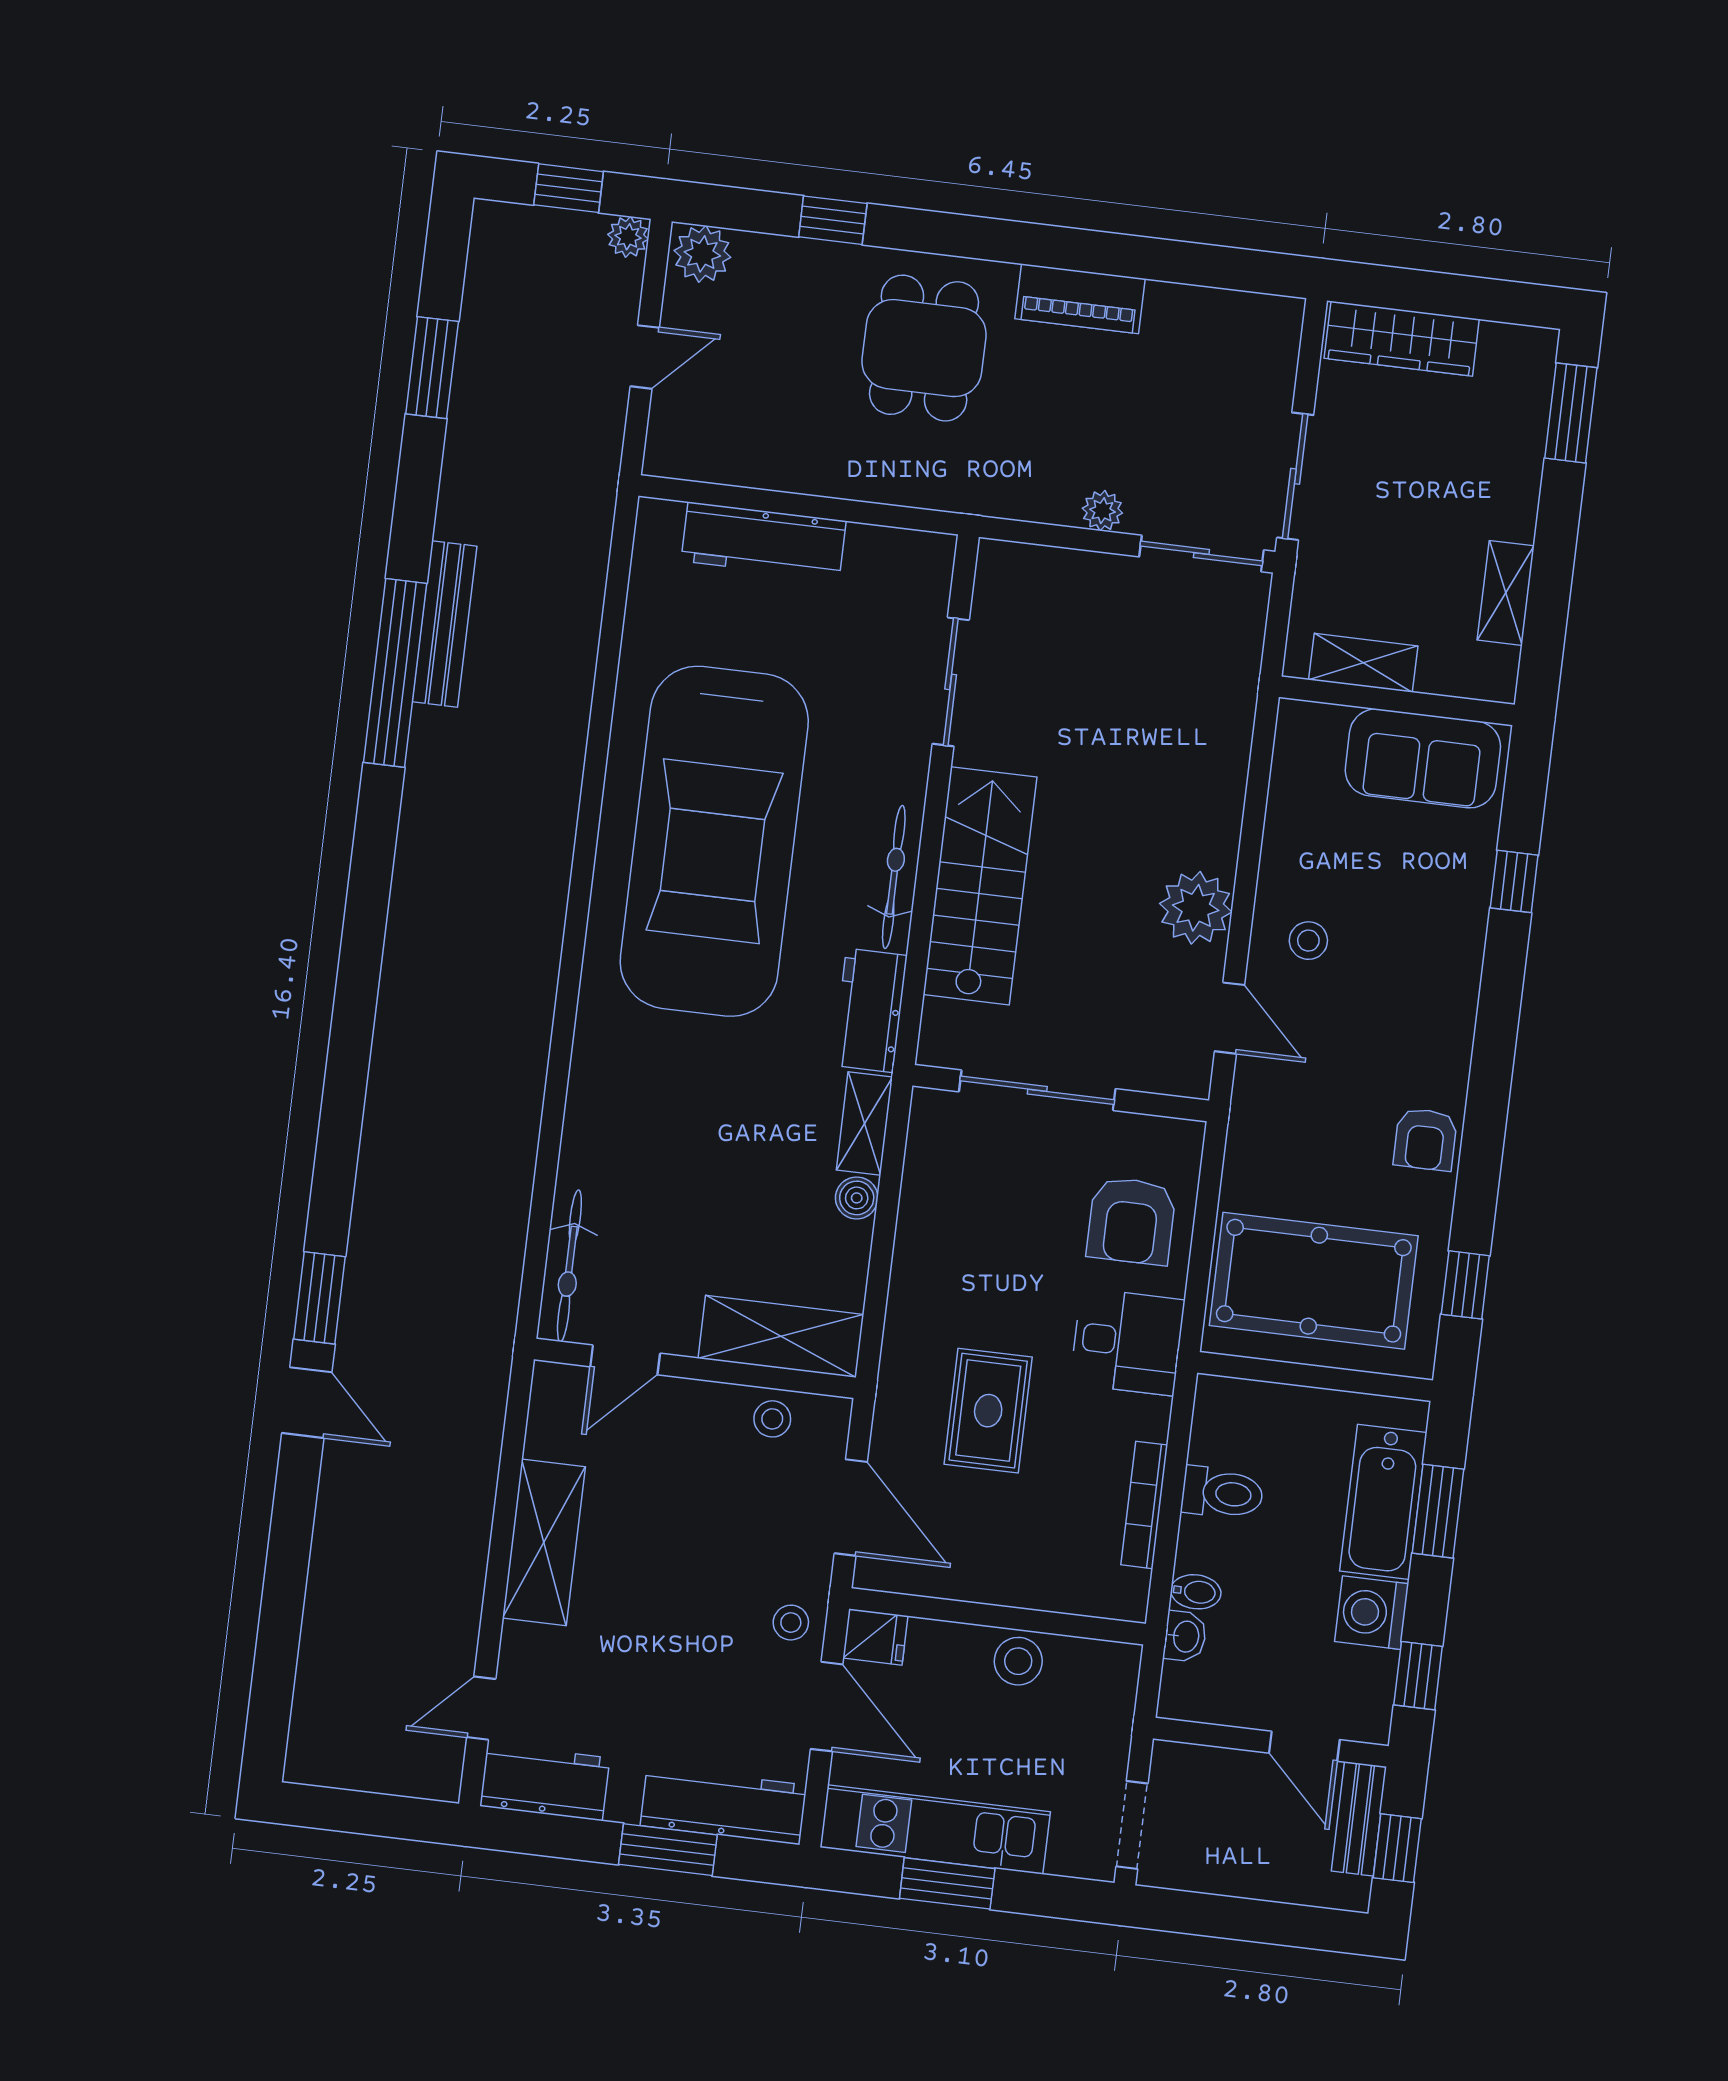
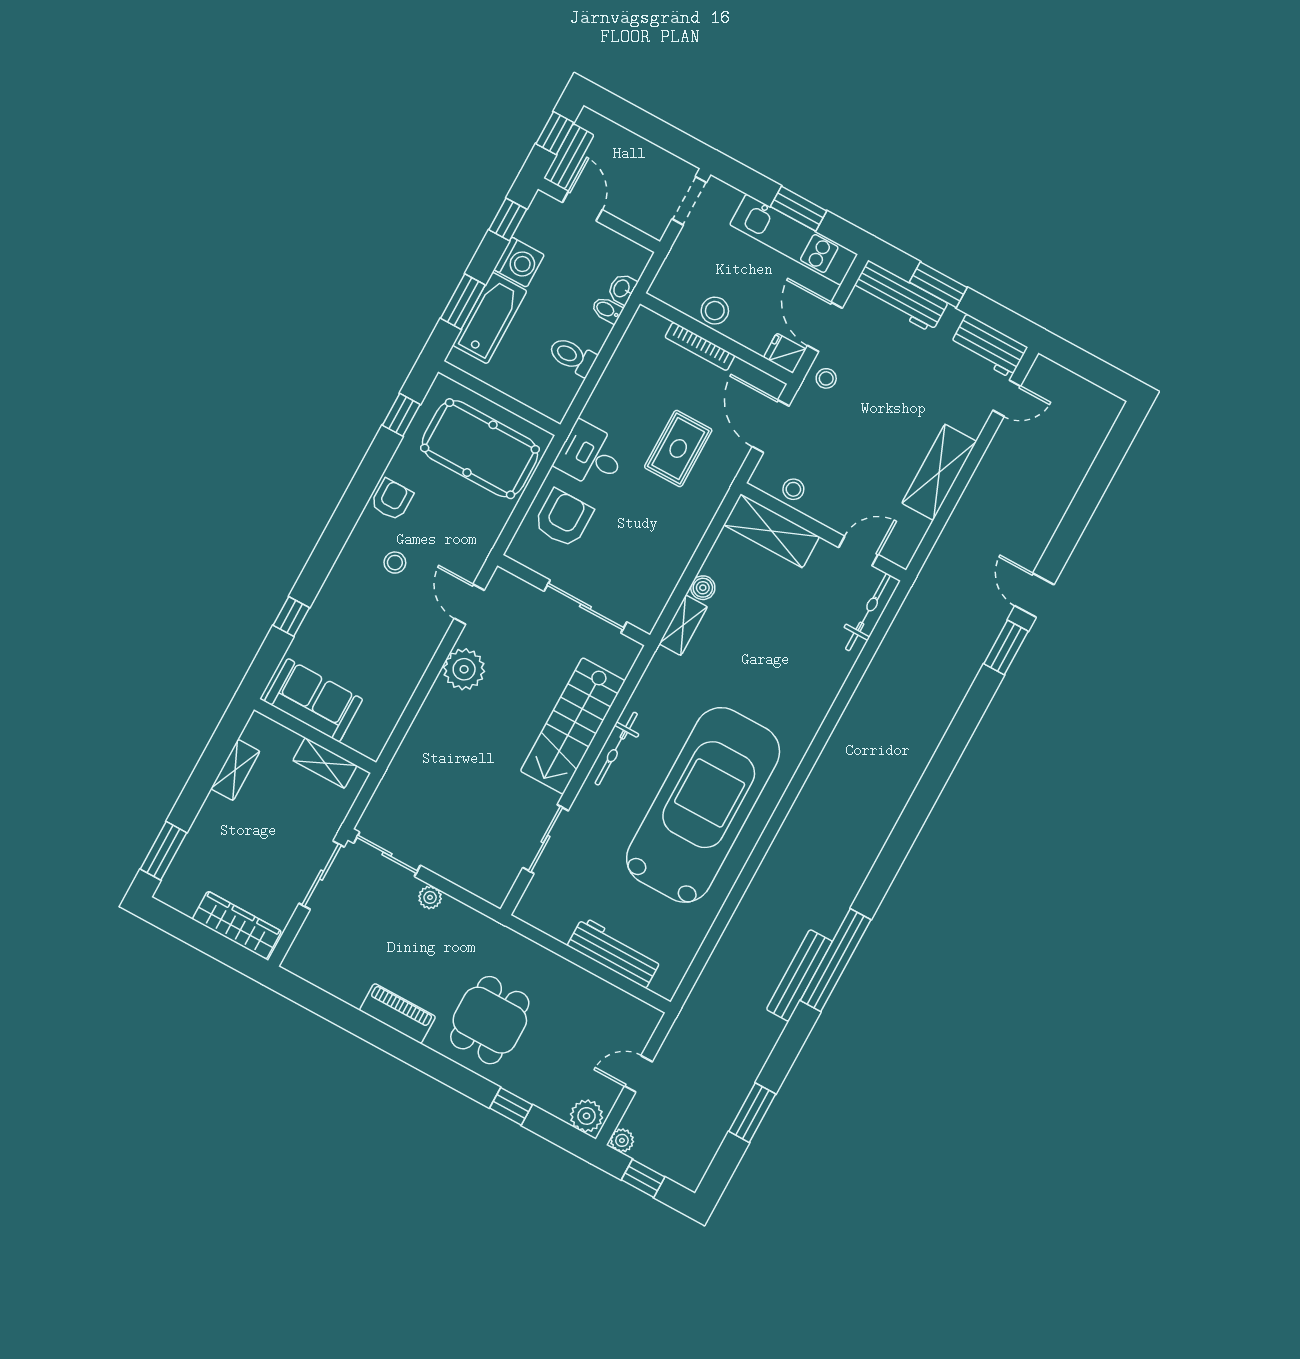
stool: (1308, 941) -> (395, 563), moved
workbench: (870, 1010) -> (657, 683), removed
bookcase: (1144, 1505) -> (700, 346), moved, turned 90

